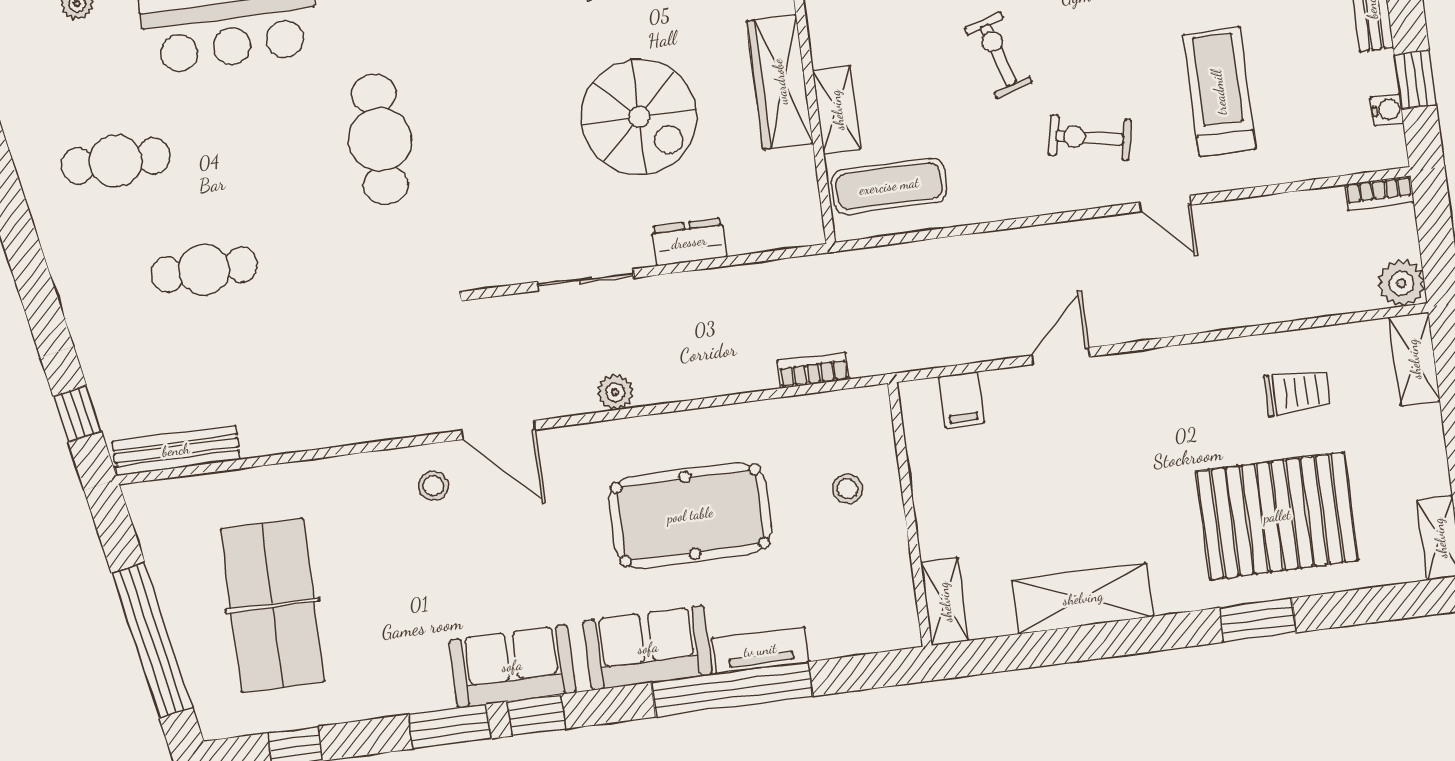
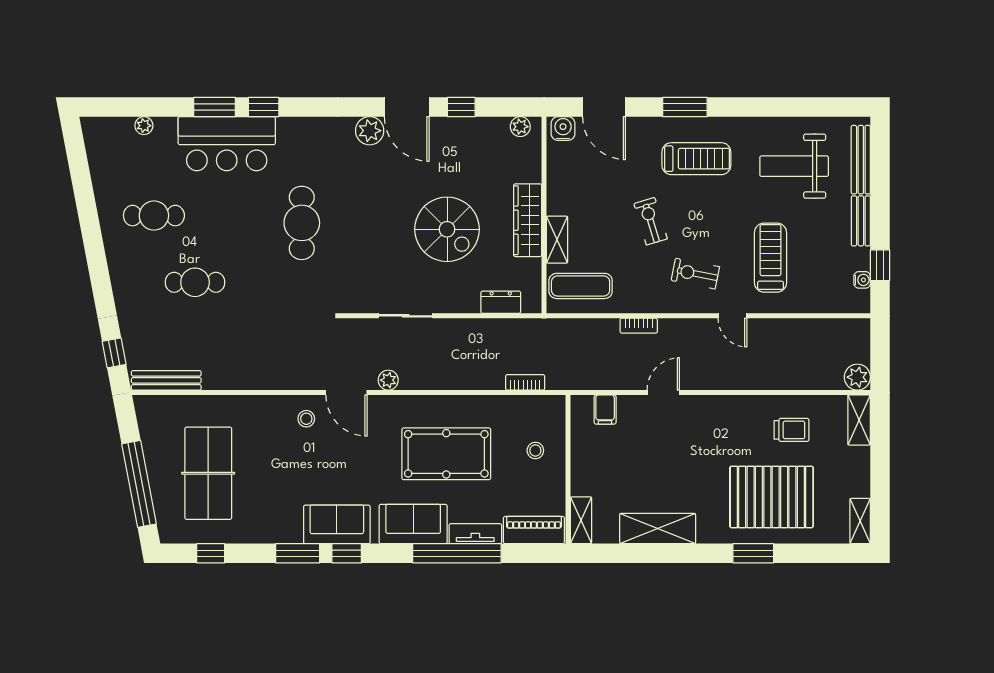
bookcase: (1379, 193) -> (639, 326), moved
dresser: (689, 242) -> (501, 302), moved
plant: (615, 392) -> (388, 380), moved
piano: (863, 630) -> (534, 530), added

